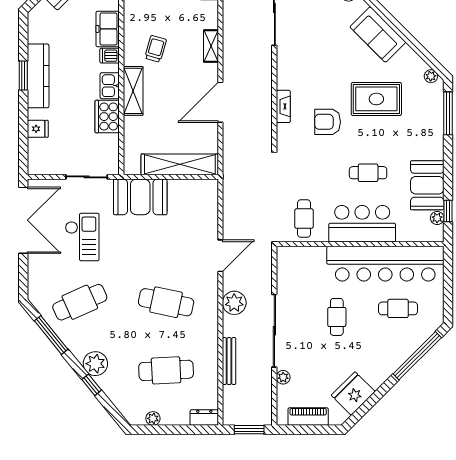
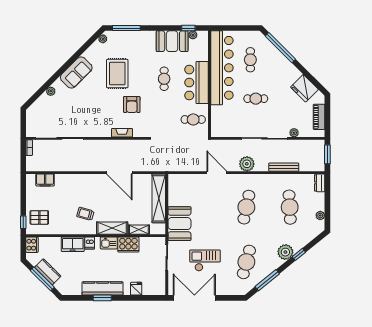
shelving: (211, 46) -> (139, 230), moved
cafe table: (80, 302) -> (246, 262), turned 39

